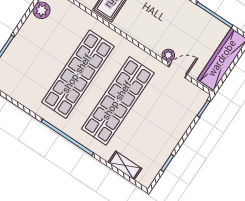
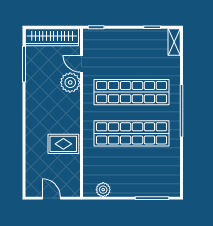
plant: (168, 55) -> (70, 82), width x1.87, depth x1.87
shelving: (125, 165) -> (174, 42), moved

